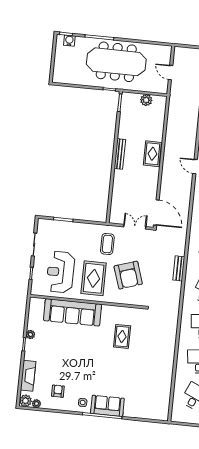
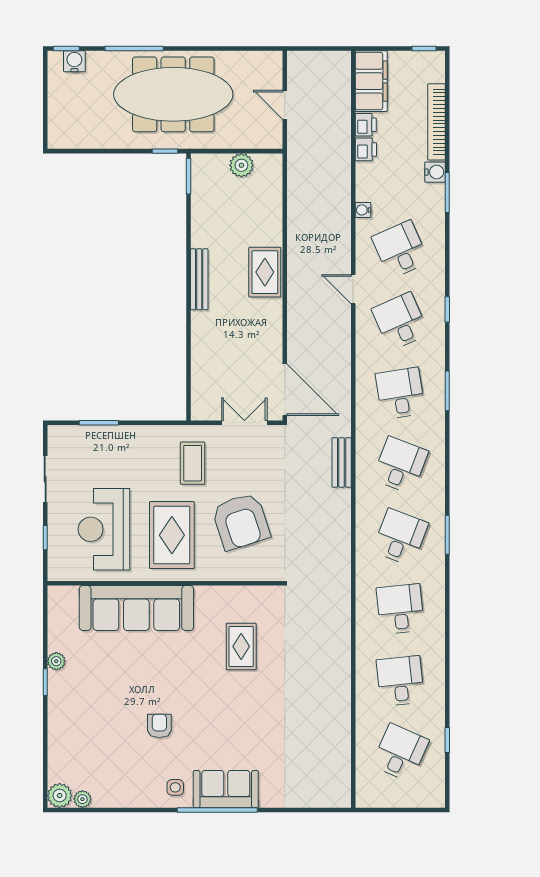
bench: (179, 268) -> (342, 462), moved
fireplace: (28, 376) -> (60, 745), removed
armchair: (58, 391) -> (159, 726), moved

